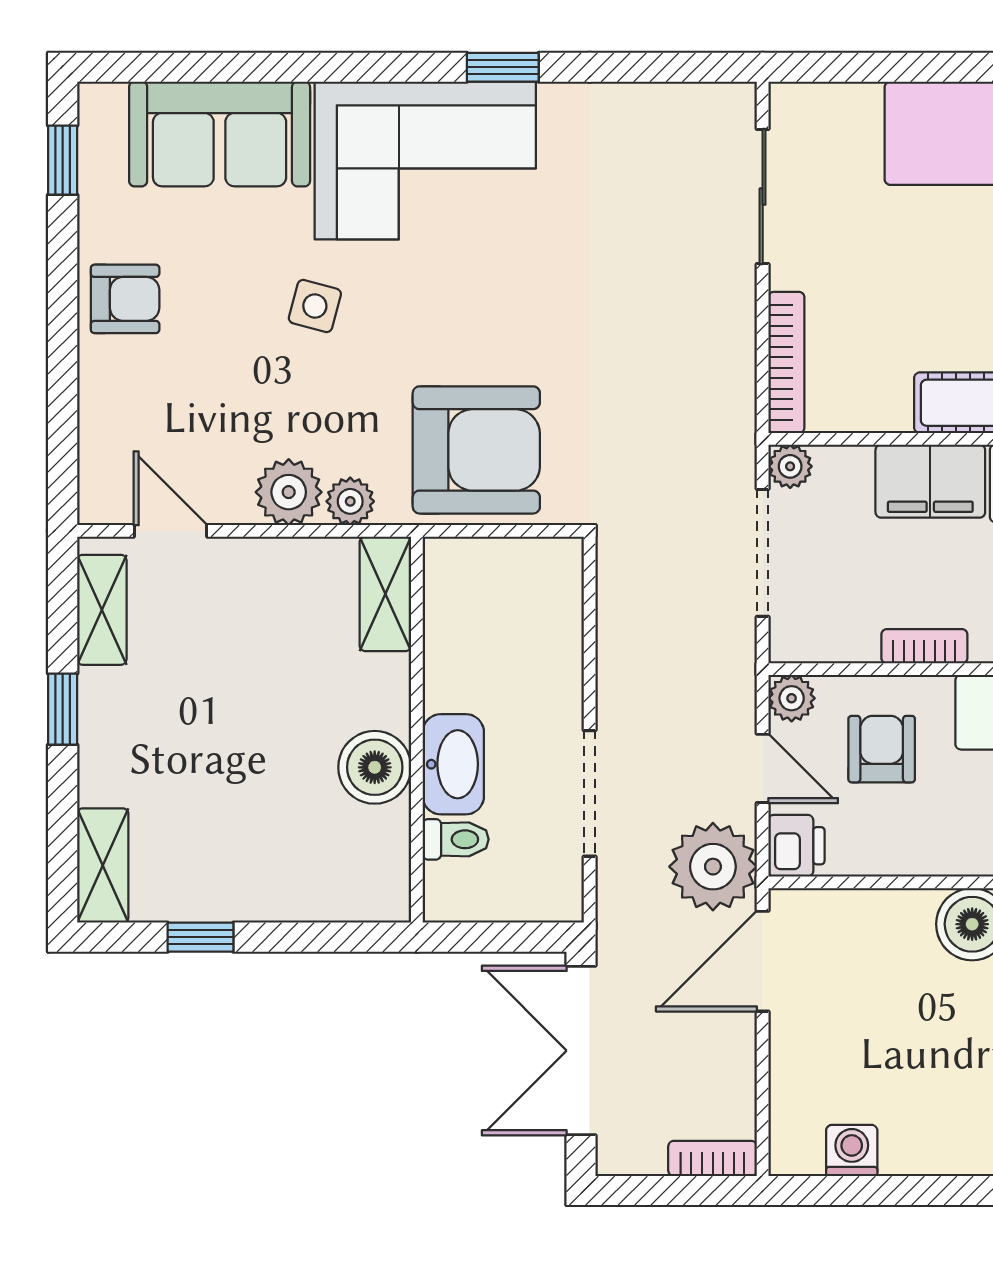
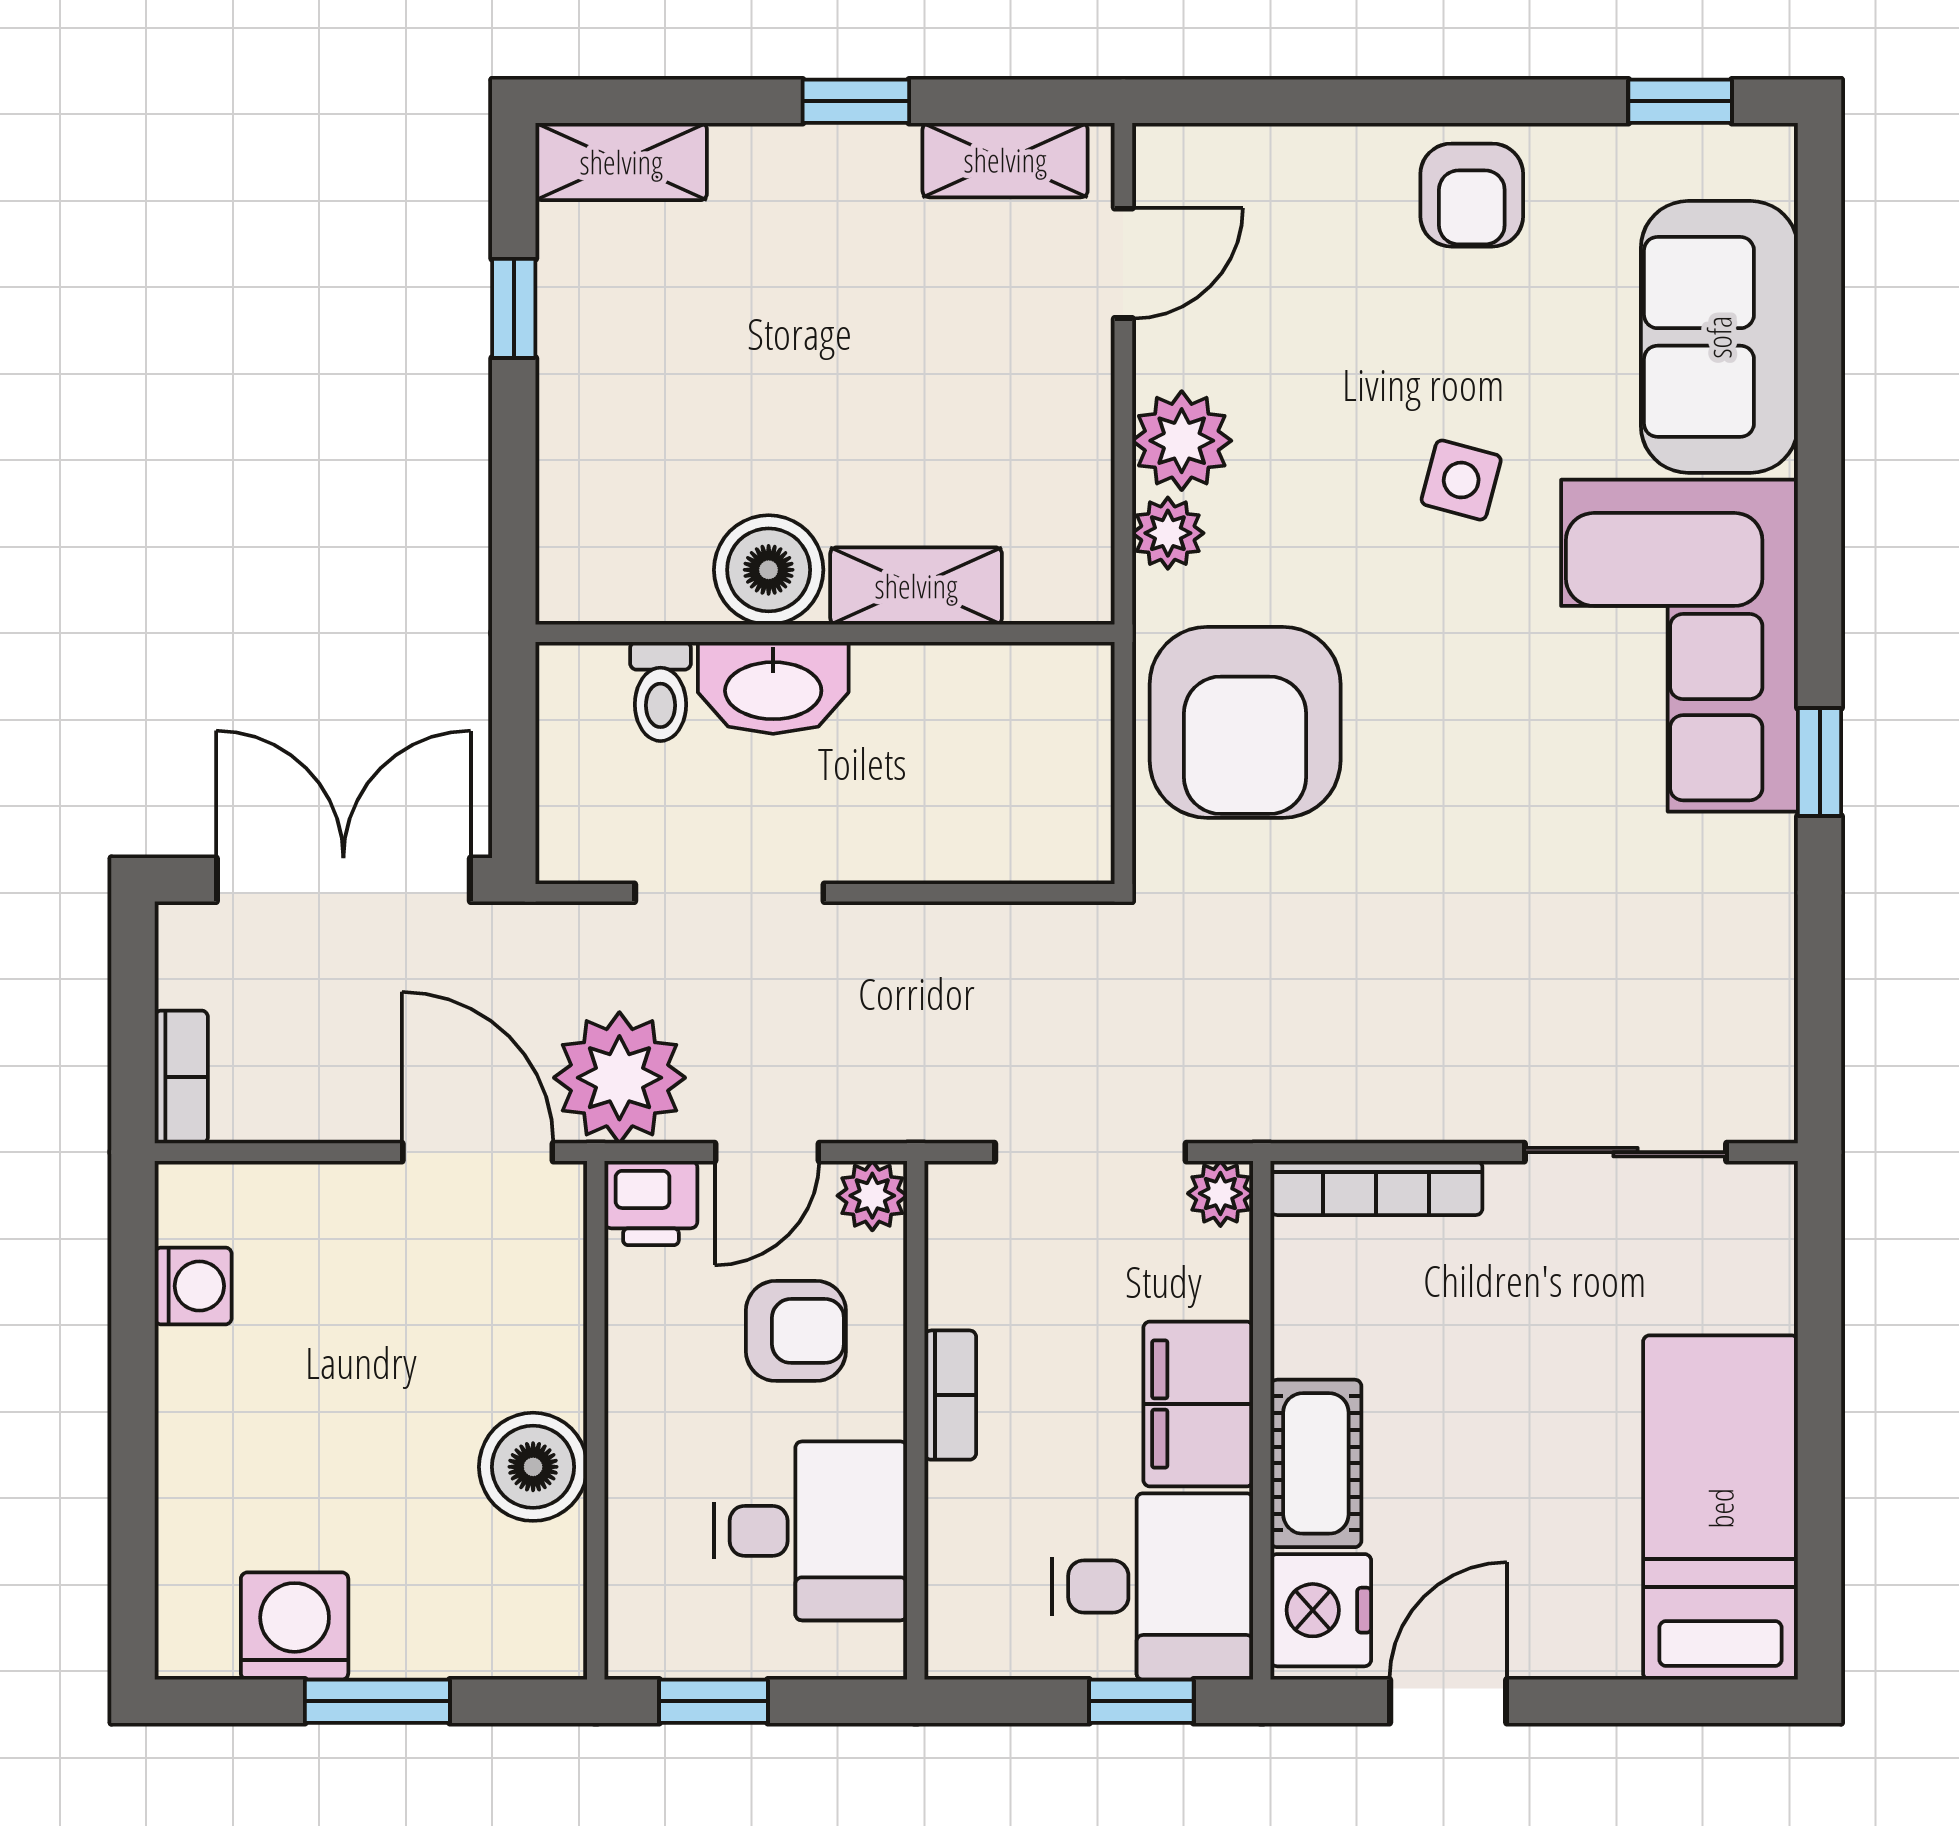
shelving: (385, 594) -> (916, 586), moved

